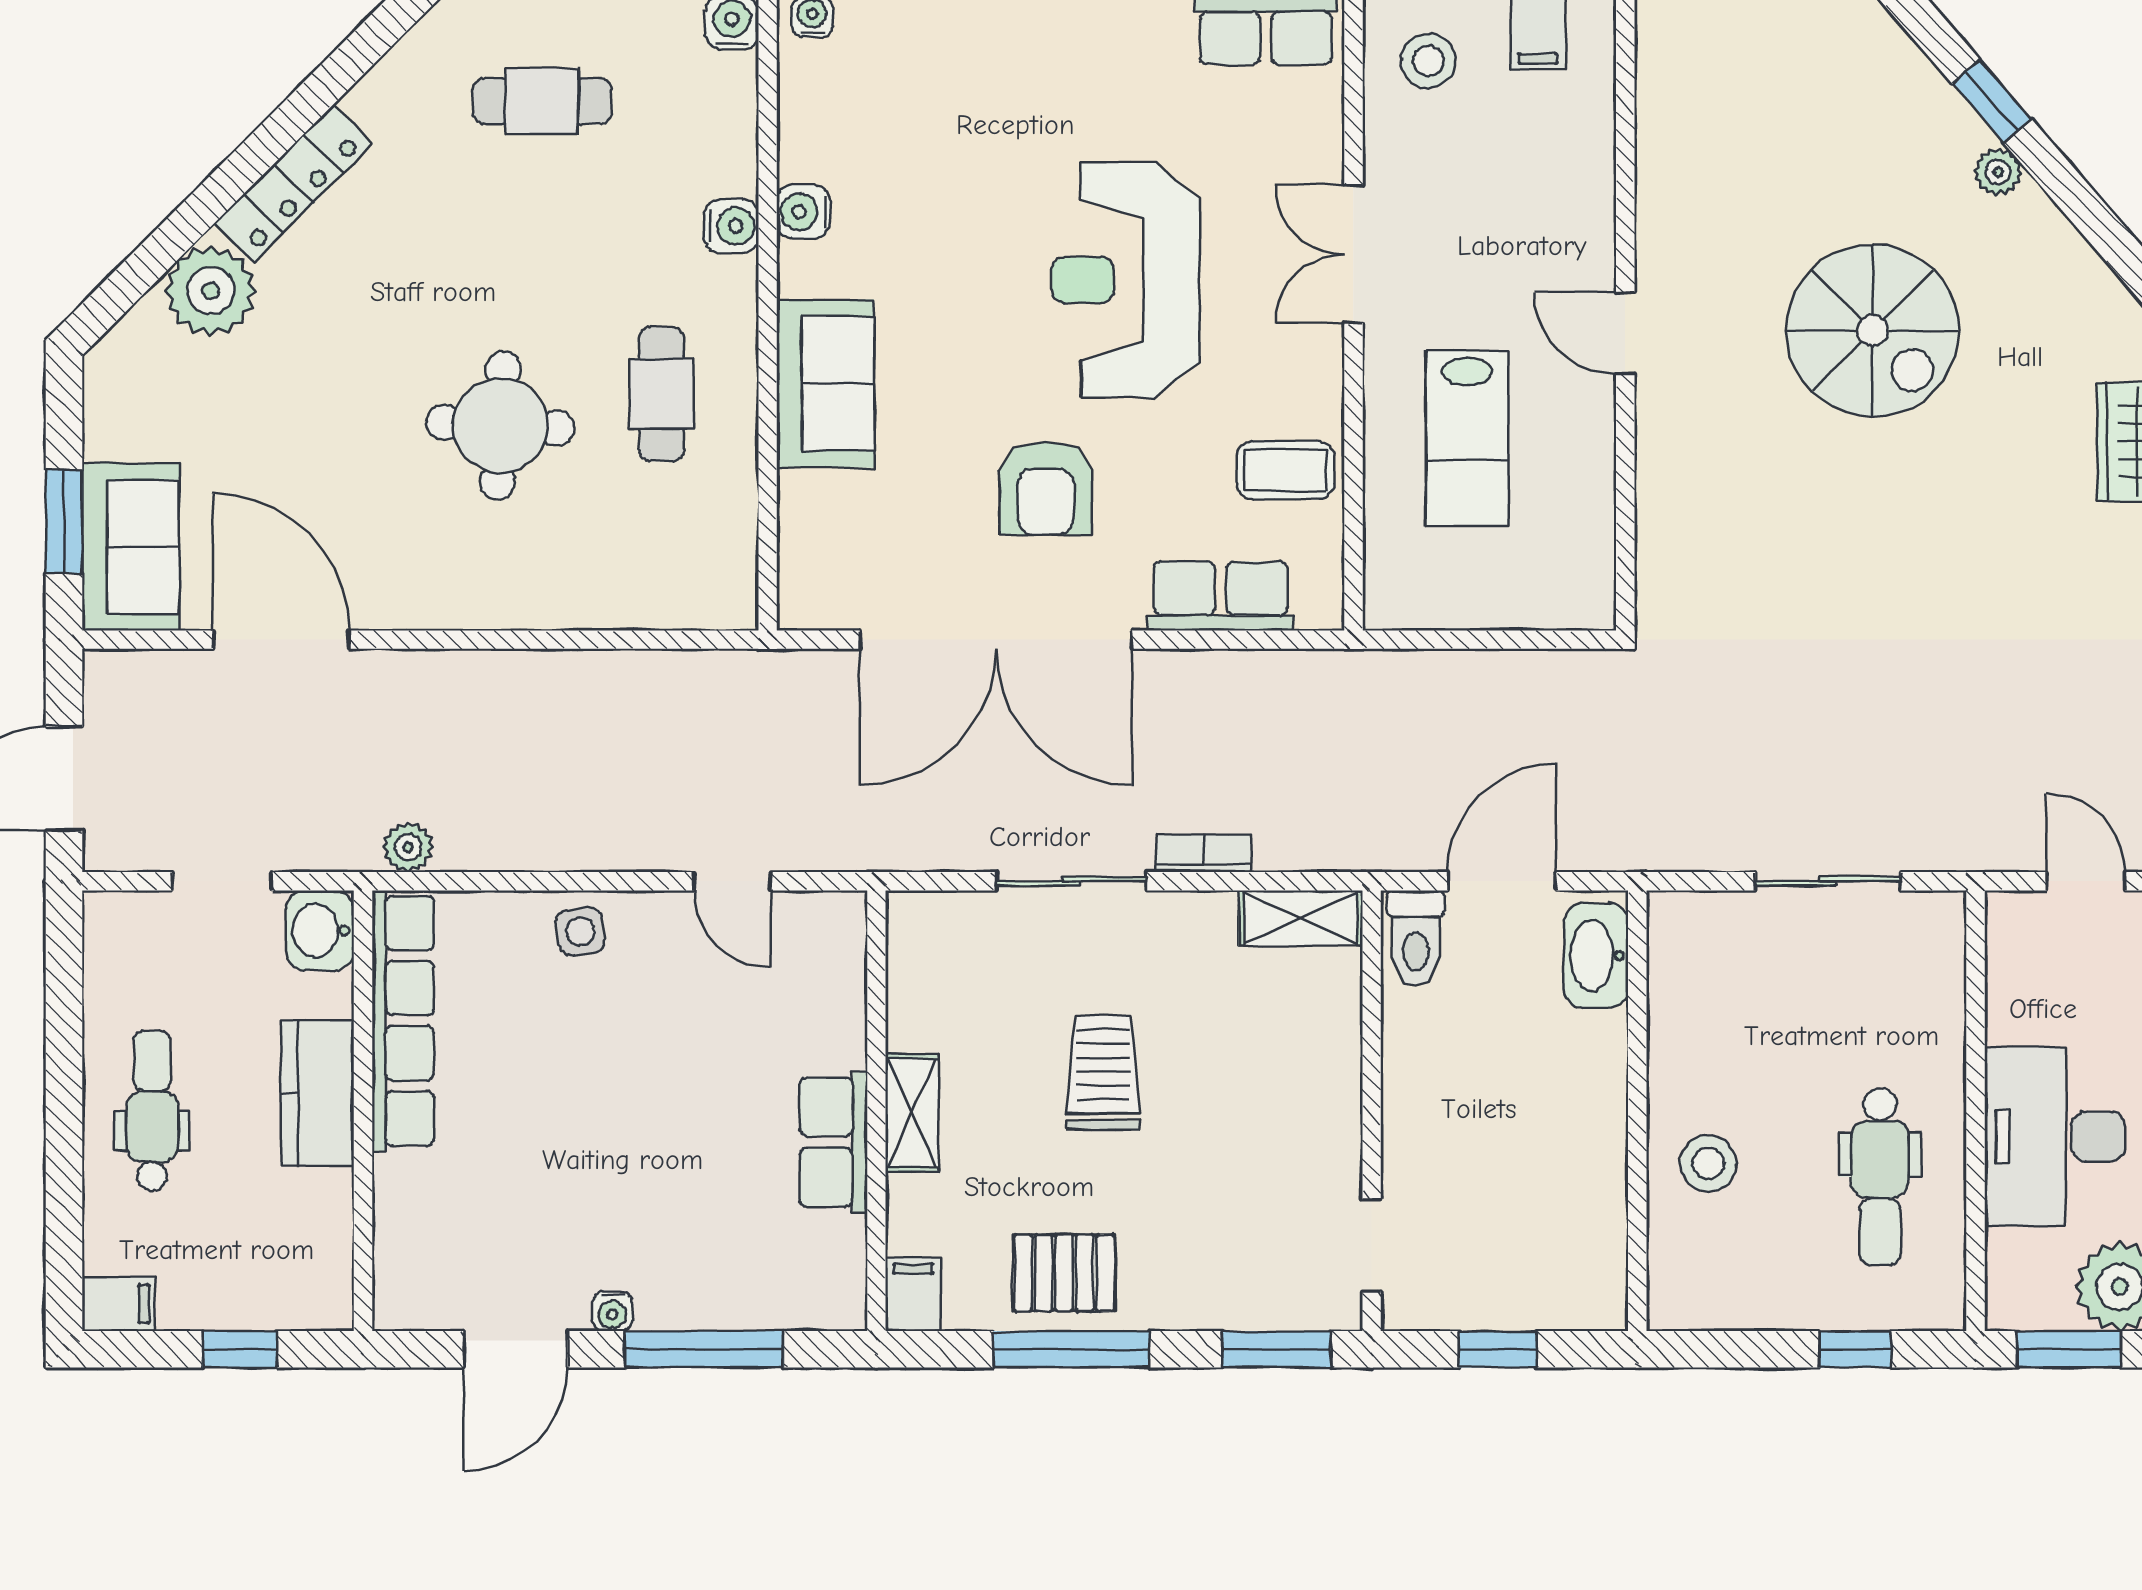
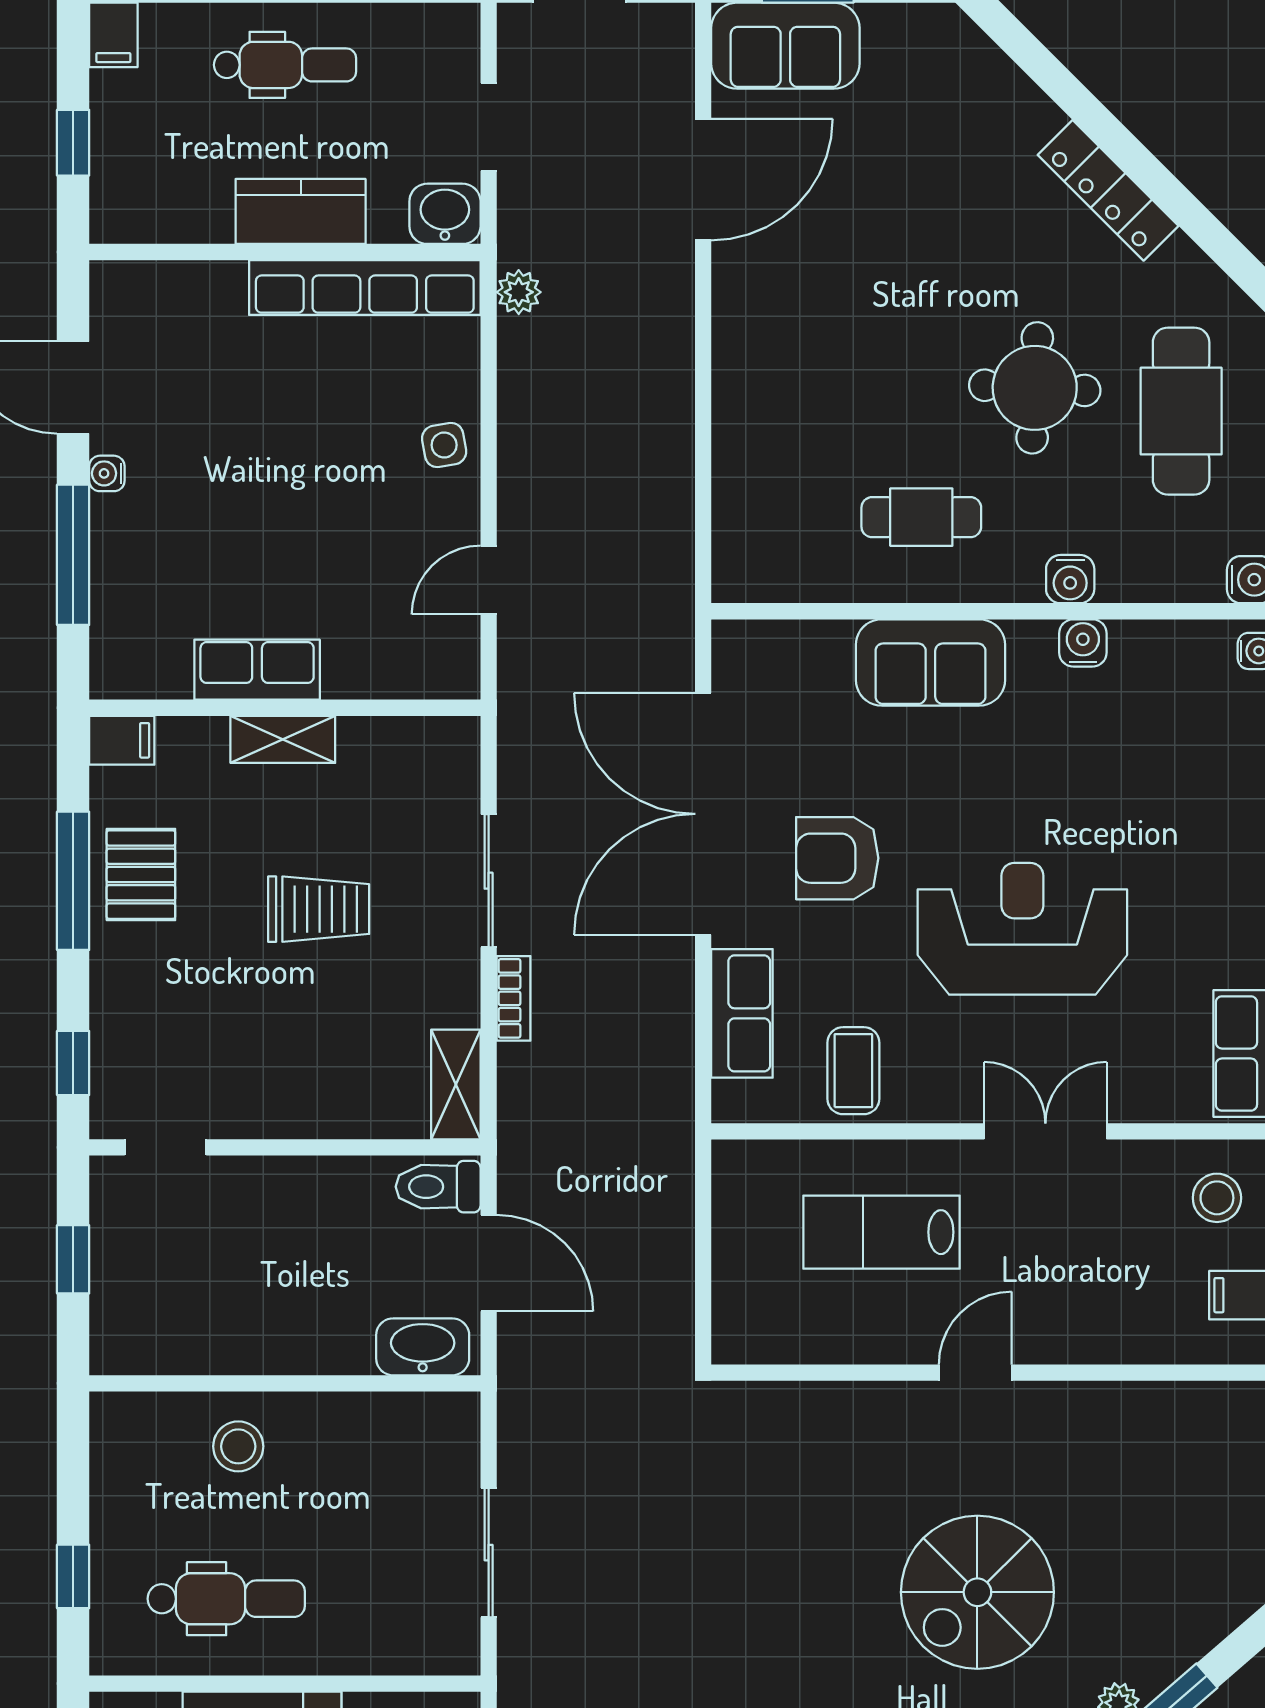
cafe table: (542, 101) -> (1181, 411), width x1.37, depth x1.35
plant: (211, 291) -> (1013, 117), removed
round table: (500, 425) -> (1035, 388), moved
dental chair: (1880, 1177) -> (226, 1599), turned 180
window: (1276, 1349) -> (73, 1063), width x0.67

